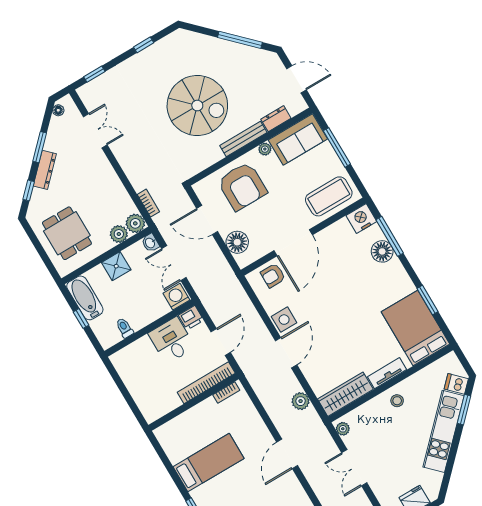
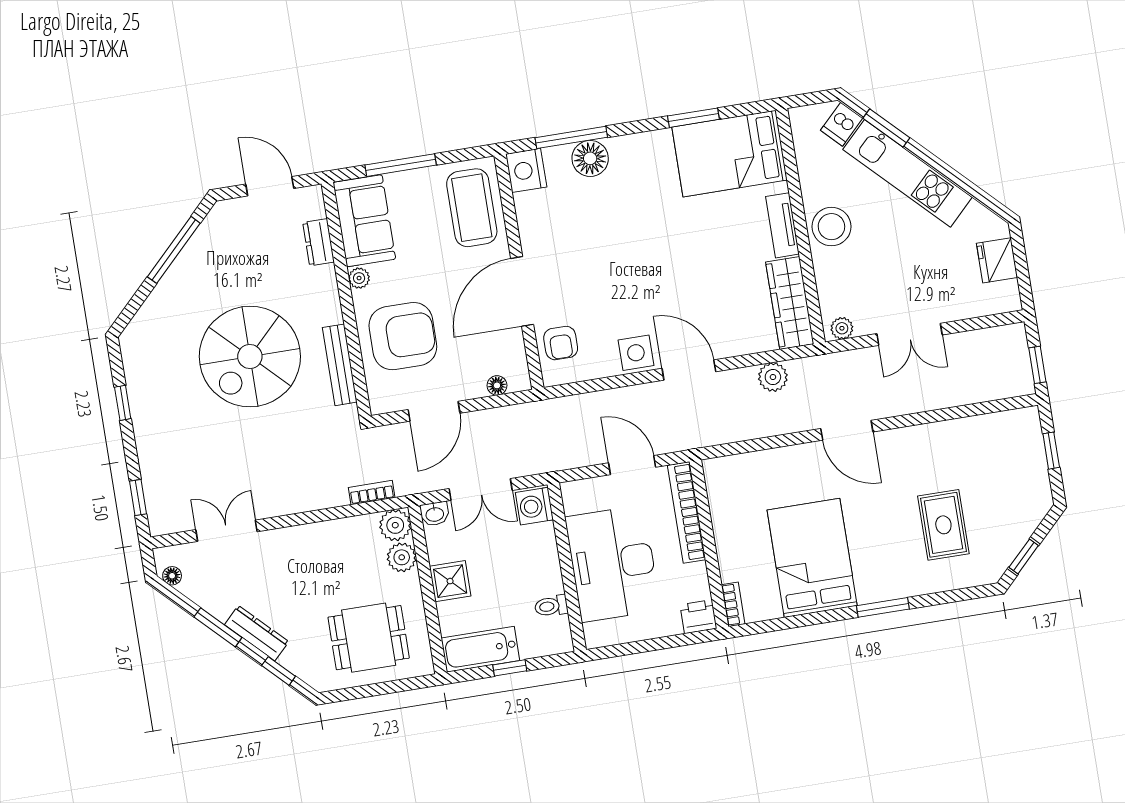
door: (296, 79) -> (270, 186), hinge flipped
spiral stairs: (197, 106) -> (250, 356), turned 180
bench: (243, 139) -> (340, 365), moved
floor lamp: (237, 242) -> (497, 385), width x0.53, depth x0.53
door: (293, 243) -> (522, 291), swing flipped
printer: (191, 318) -> (698, 617), moved, turned -90
desk: (172, 340) -> (613, 564), width x1.87, depth x1.30
bookcase: (226, 393) -> (733, 604), moved
stool: (397, 401) -> (831, 227), width x1.89, depth x1.89
bed: (208, 463) -> (812, 558), width x1.50

